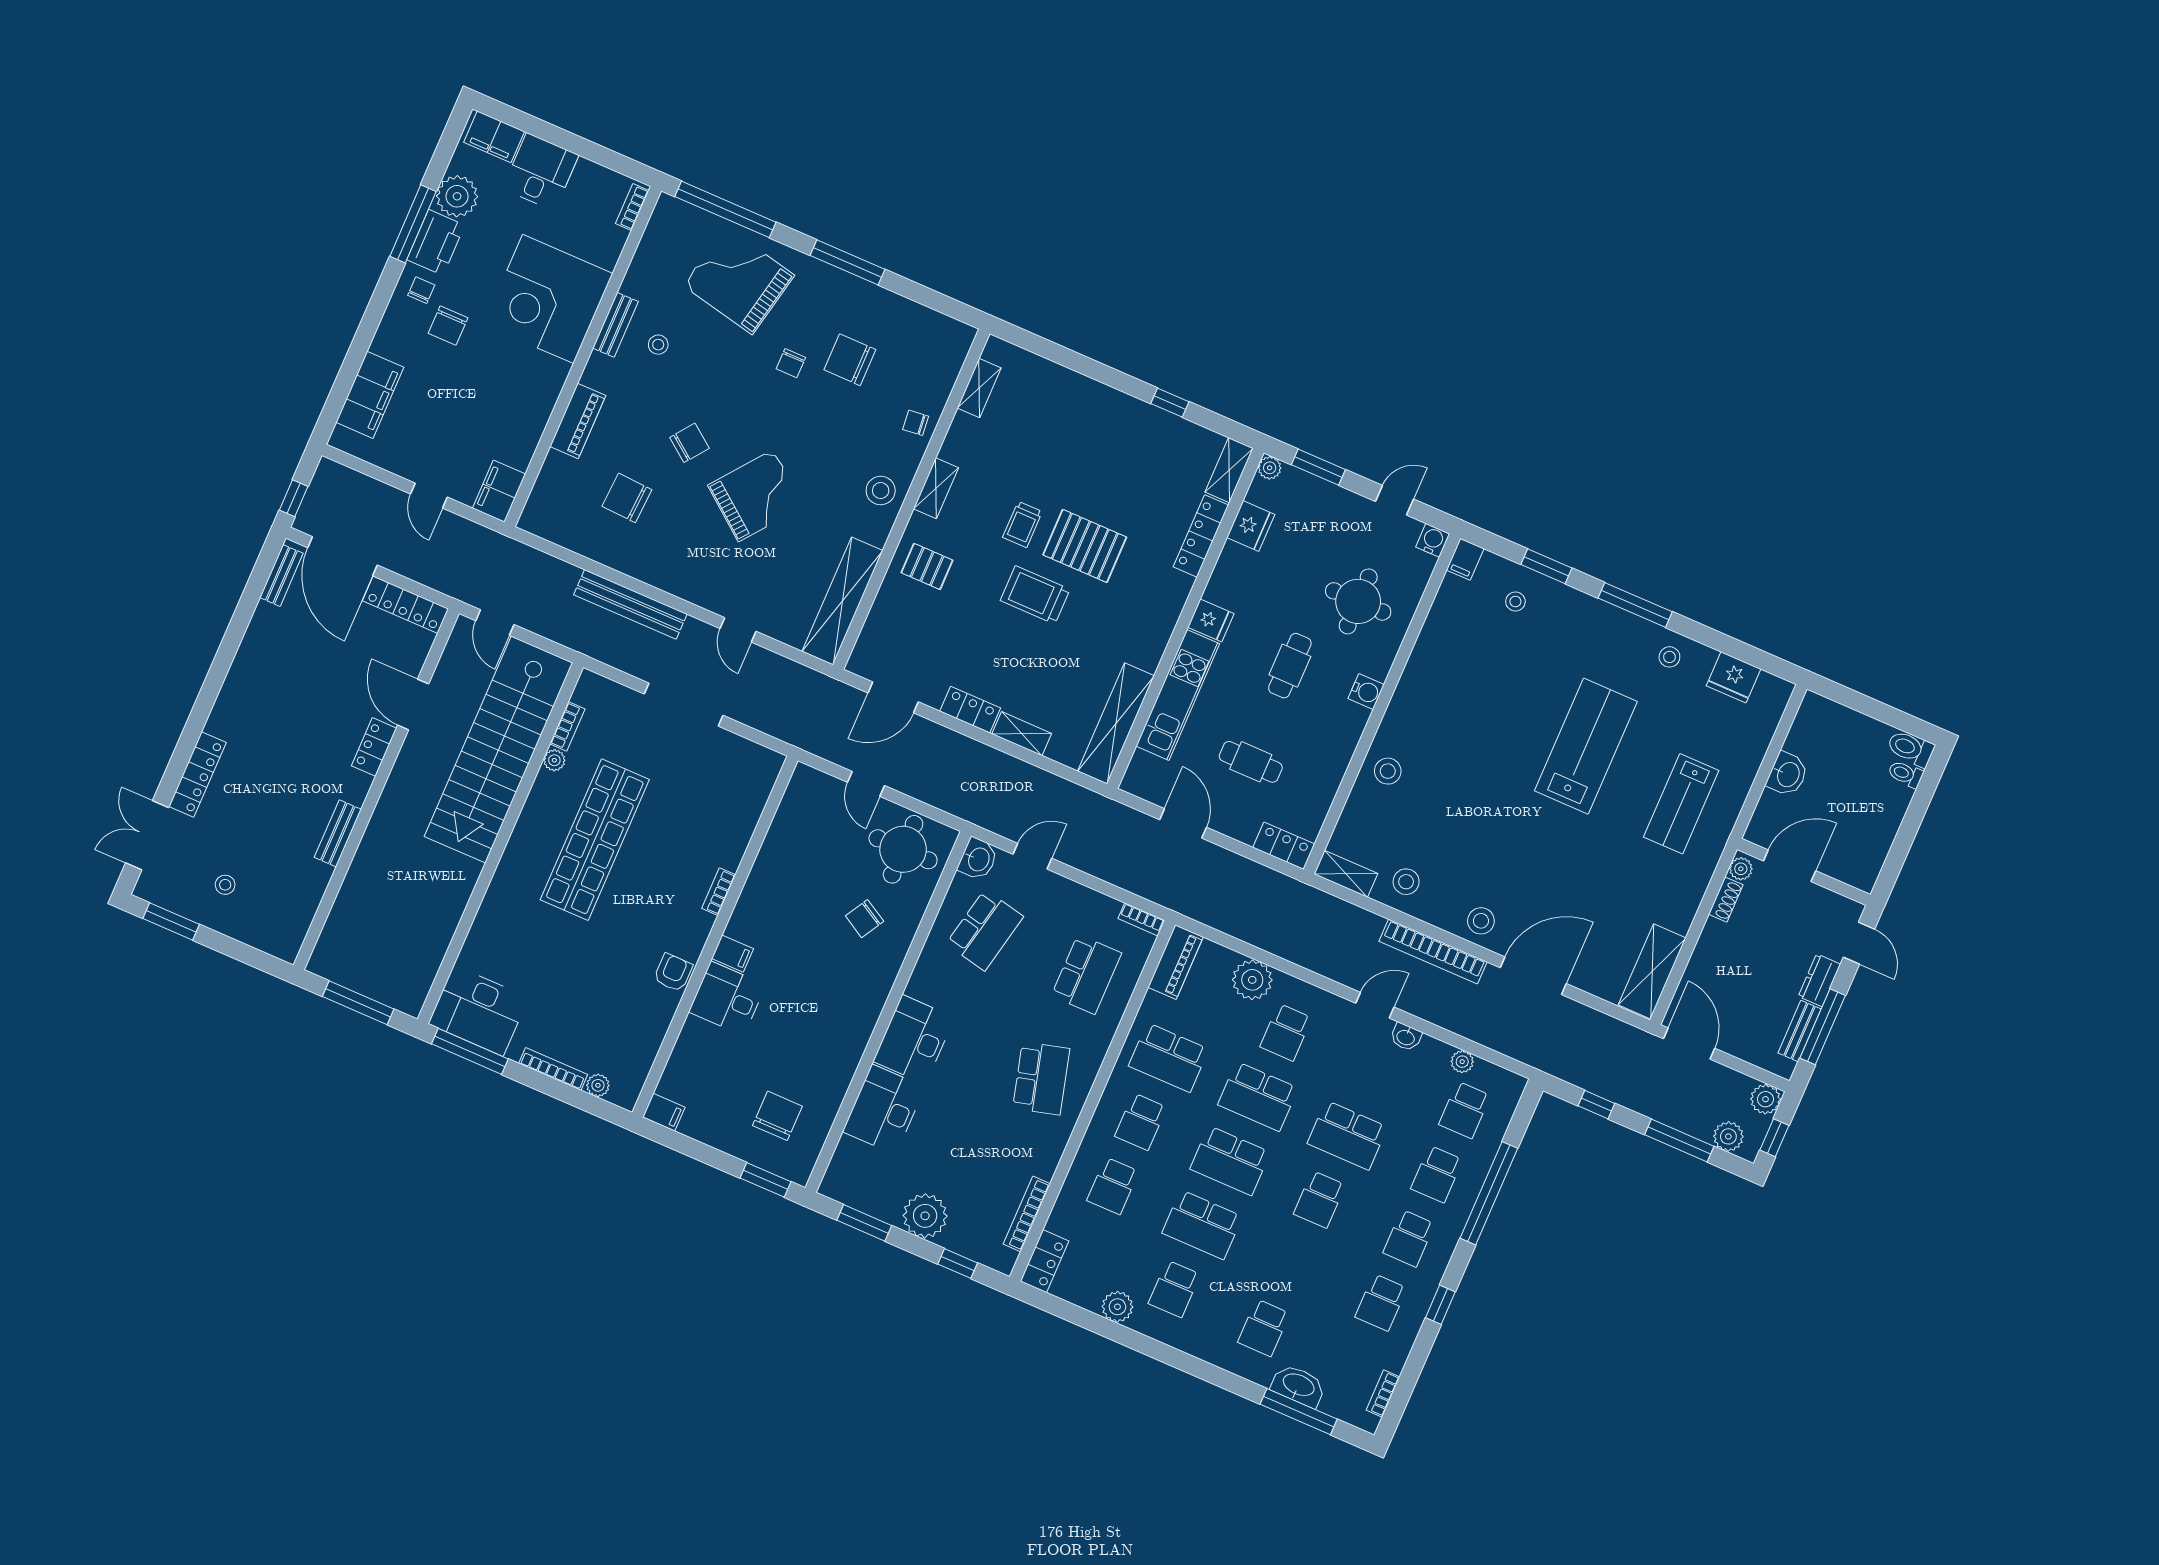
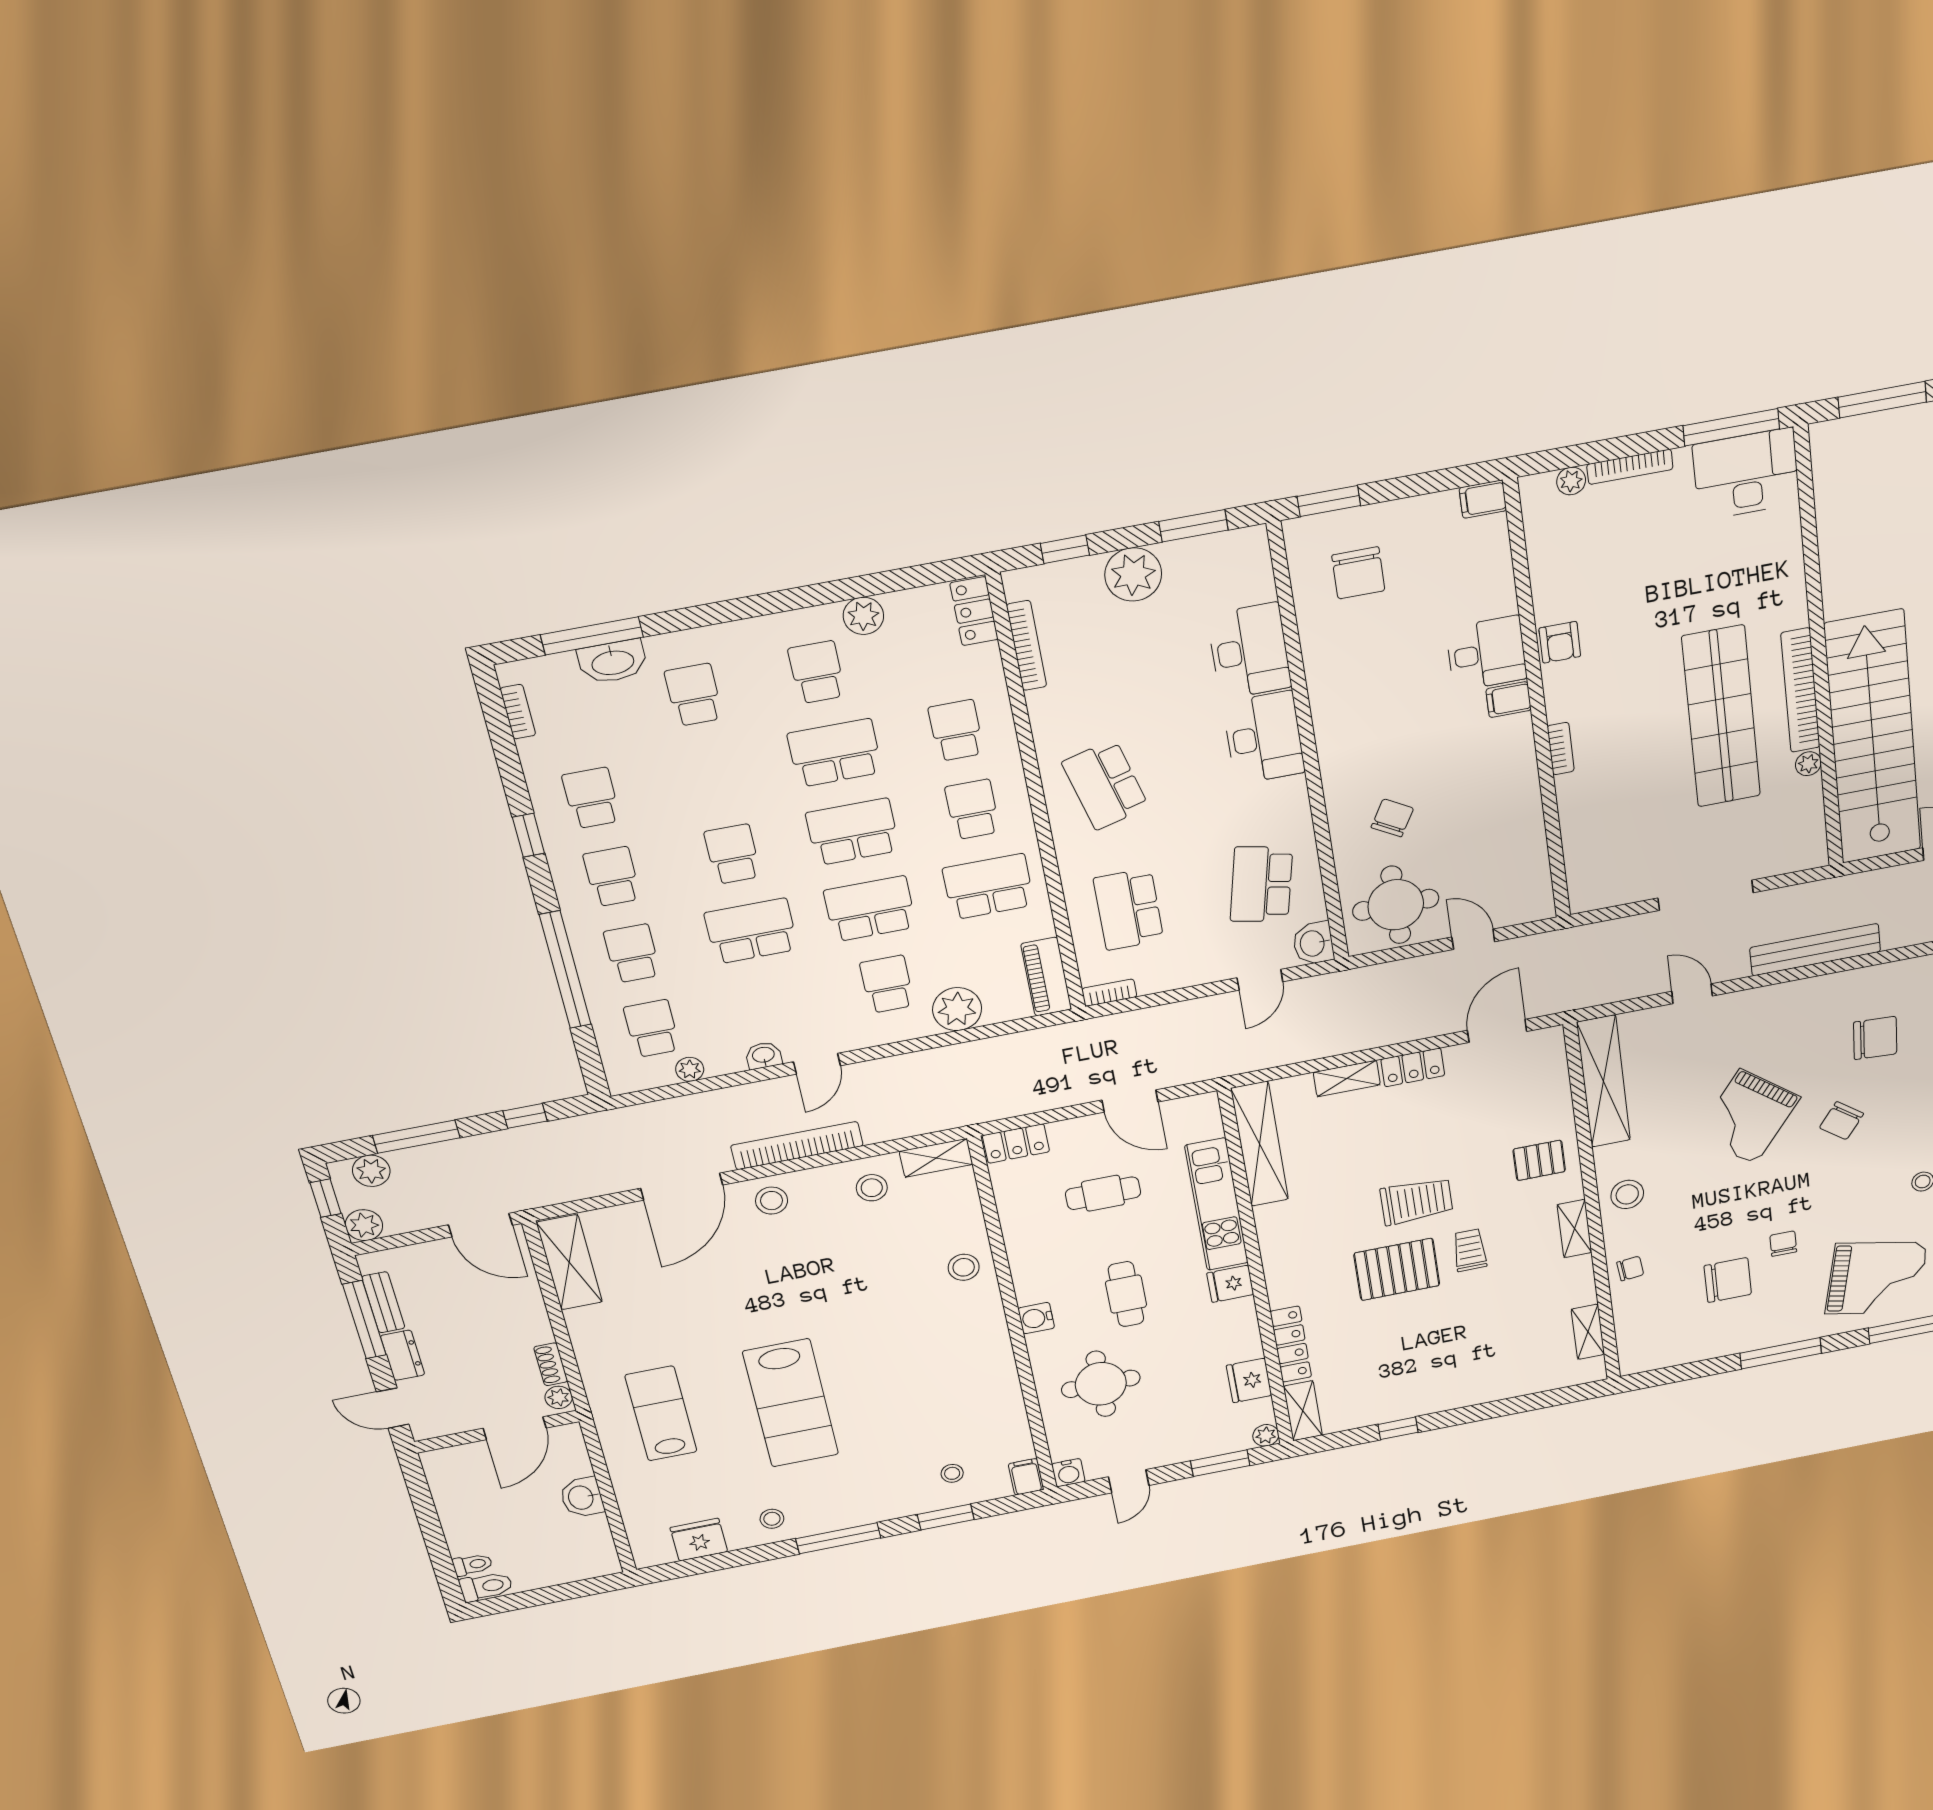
bookcase: (567, 726) -> (1800, 690), moved, width x2.31, depth x1.31

